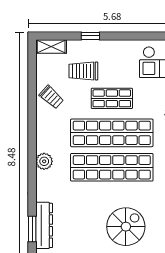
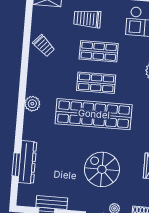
trolley: (83, 71) -> (87, 19), moved
shop shelf: (112, 133) -> (96, 83), width x0.50, depth x0.74
spiral stairs: (126, 227) -> (102, 169), turned -90

